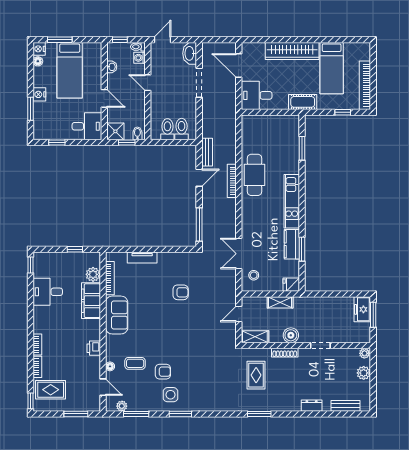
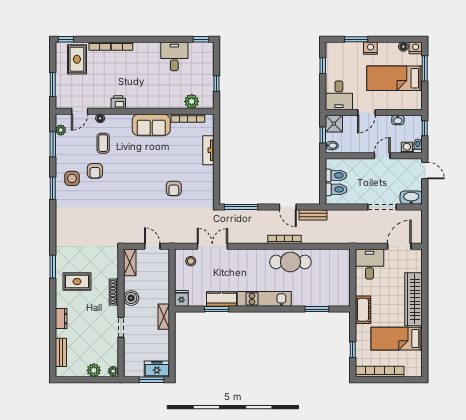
filing cabinet: (91, 301) -> (166, 99), removed
shelving: (280, 302) -> (164, 317), moved
rug: (256, 375) -> (77, 282), moved

